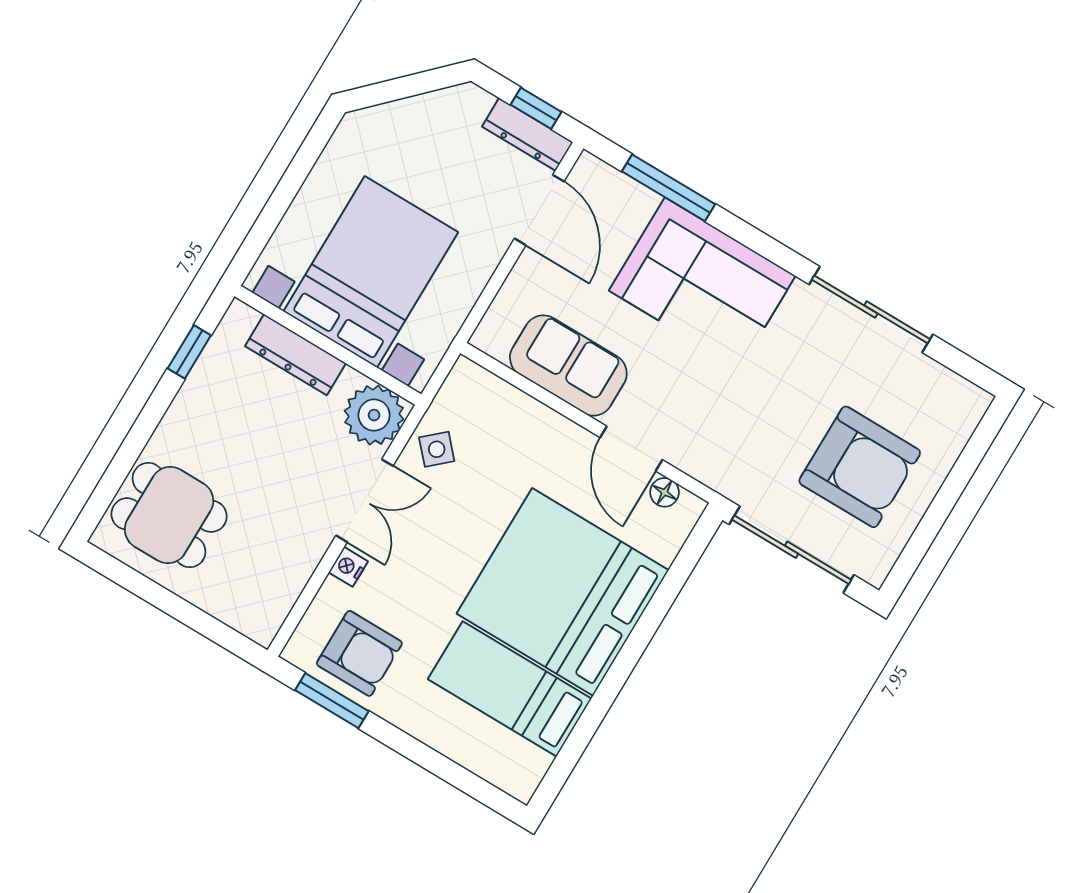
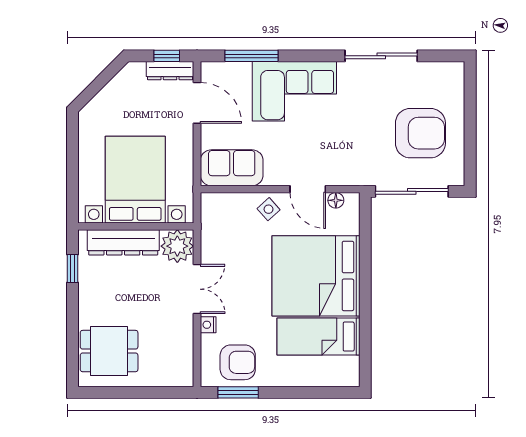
dresser: (295, 355) -> (123, 242), width x1.37, depth x1.24
sofa: (568, 366) -> (232, 168), moved
side table: (437, 449) -> (268, 209), moved

